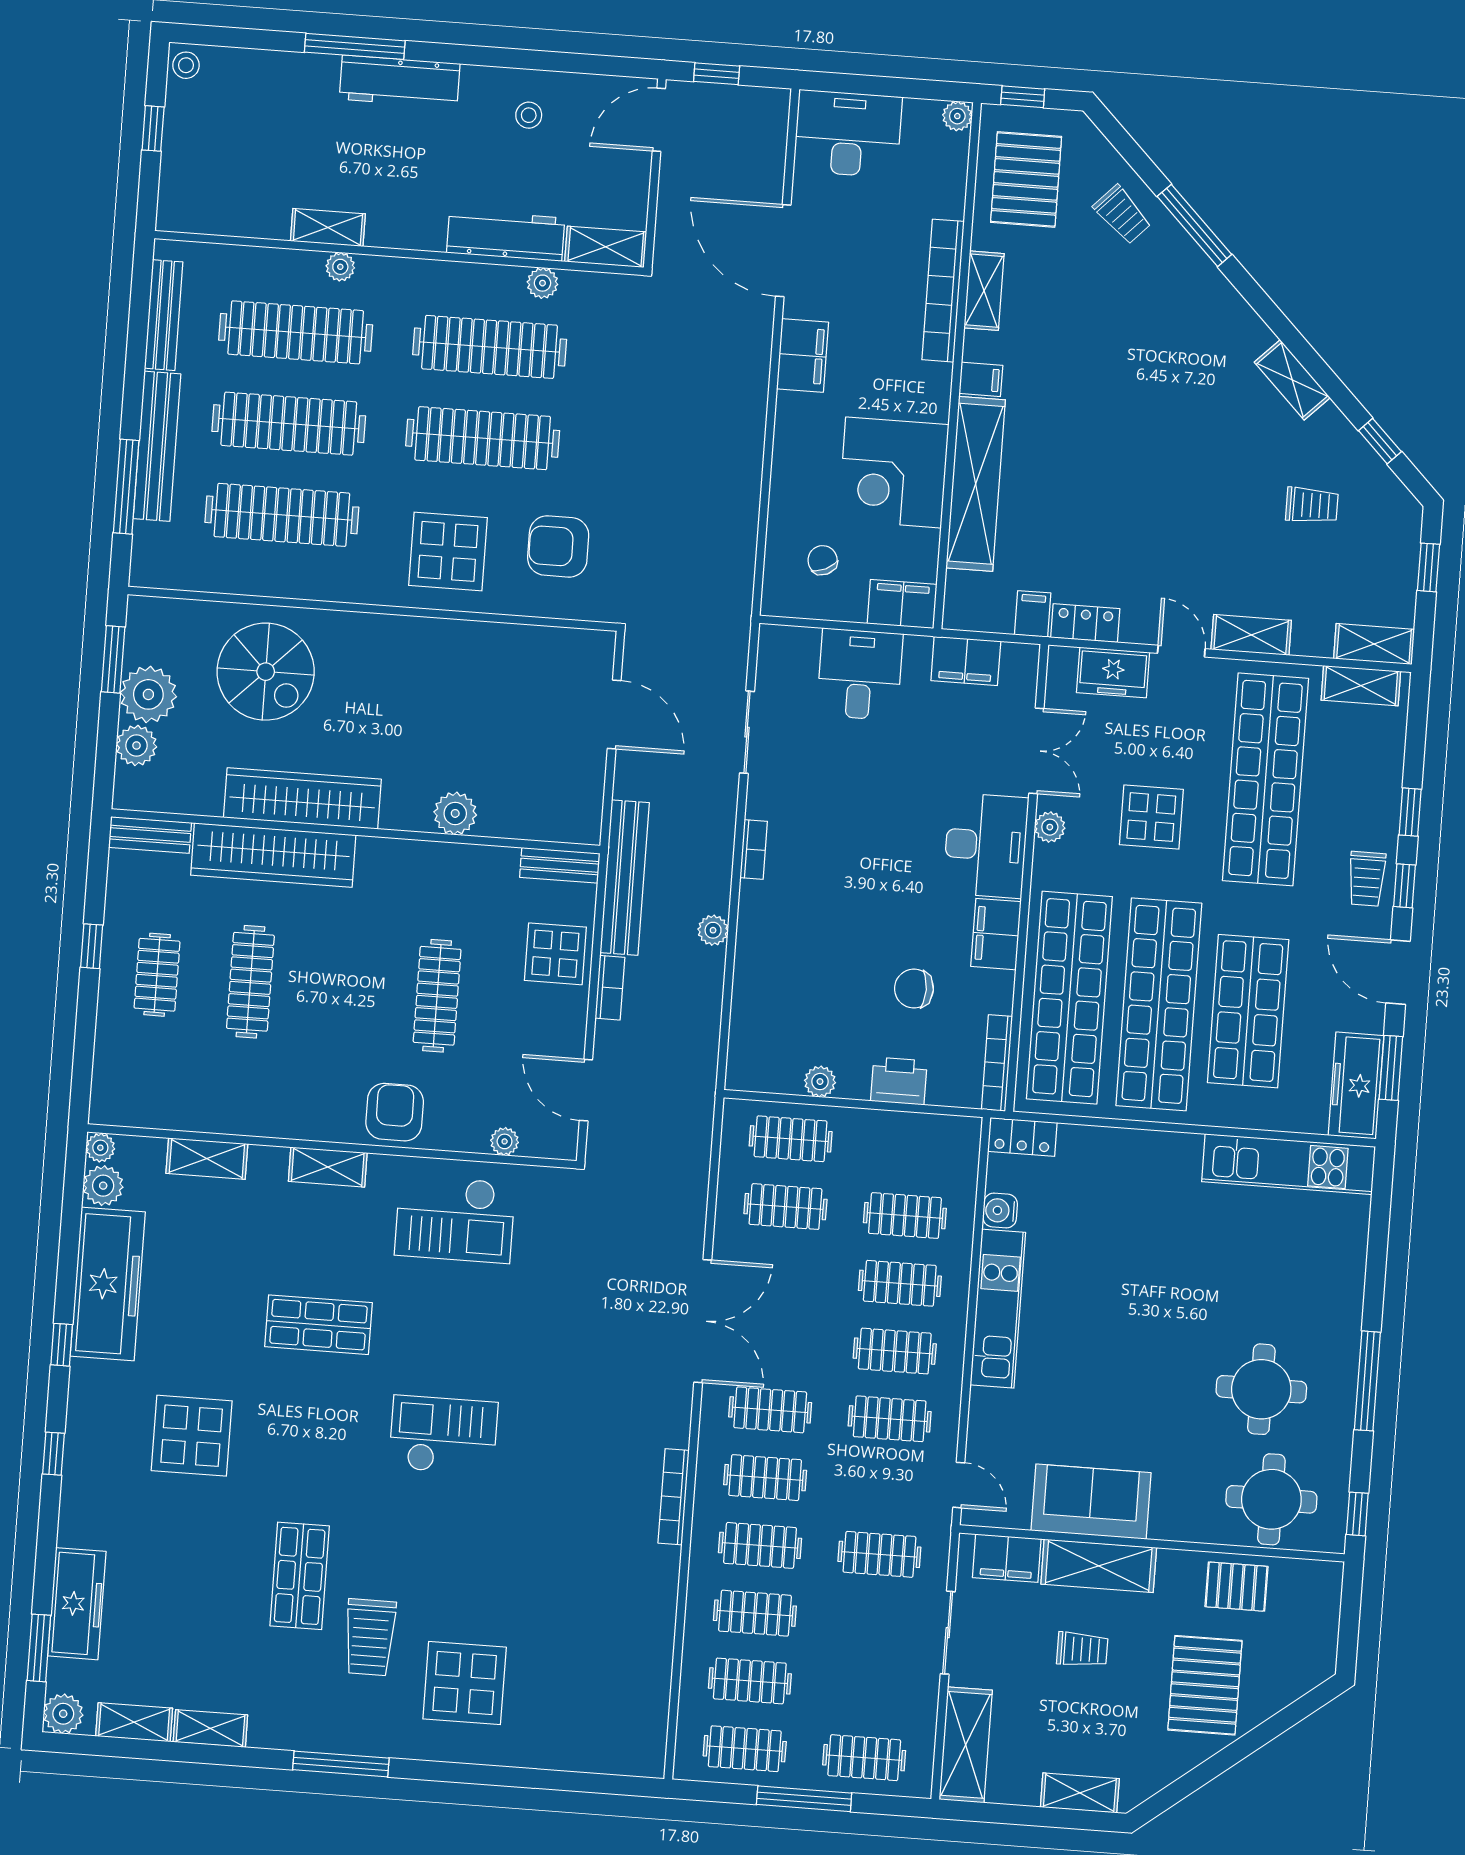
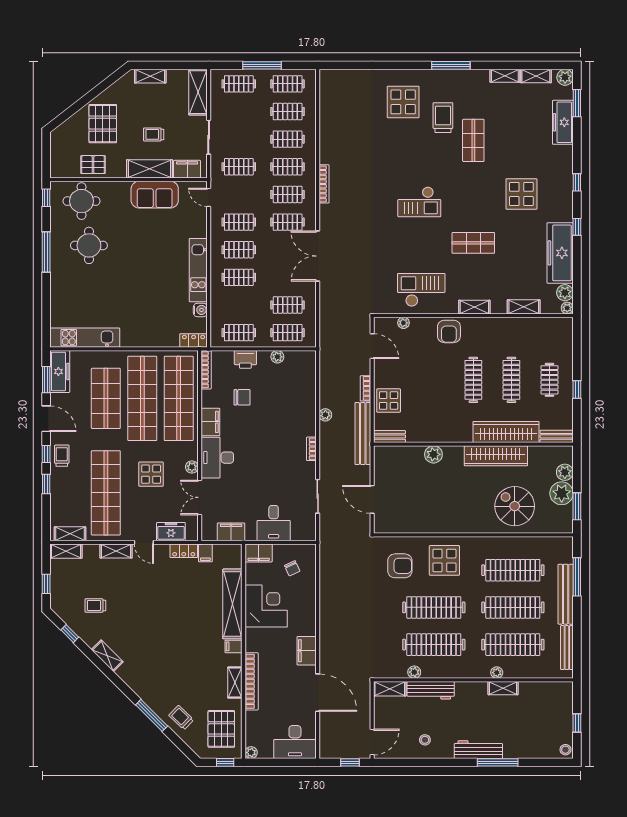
clothes rail: (437, 996) -> (473, 380), moved
clothes rail: (905, 1216) -> (239, 333), moved

